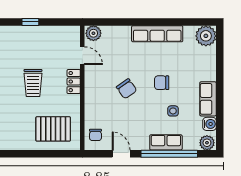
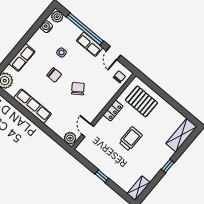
locker: (74, 82) -> (113, 111), moved
row of seats: (208, 99) -> (22, 58), moved
row of seats: (166, 142) -> (90, 44), moved

